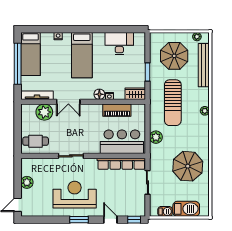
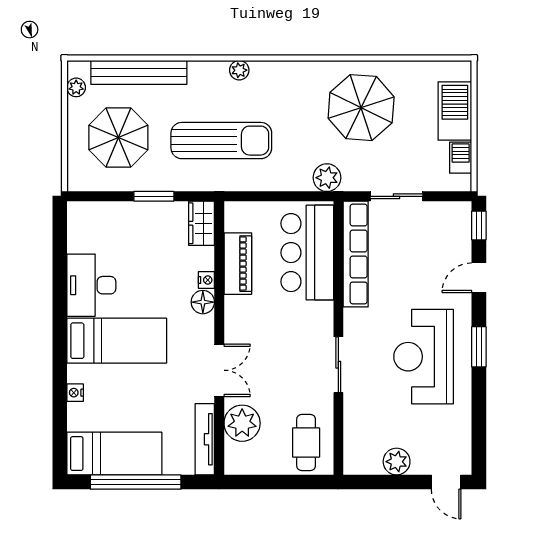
desk: (119, 44) -> (91, 285), moved
plant: (156, 137) -> (327, 178), moved

